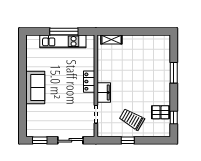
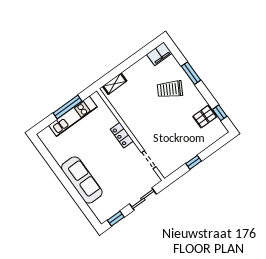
sofa: (35, 87) -> (82, 180), width x1.36
filing cabinet: (104, 92) -> (159, 54), moved, turned 90
trolley: (132, 119) -> (170, 89), moved

